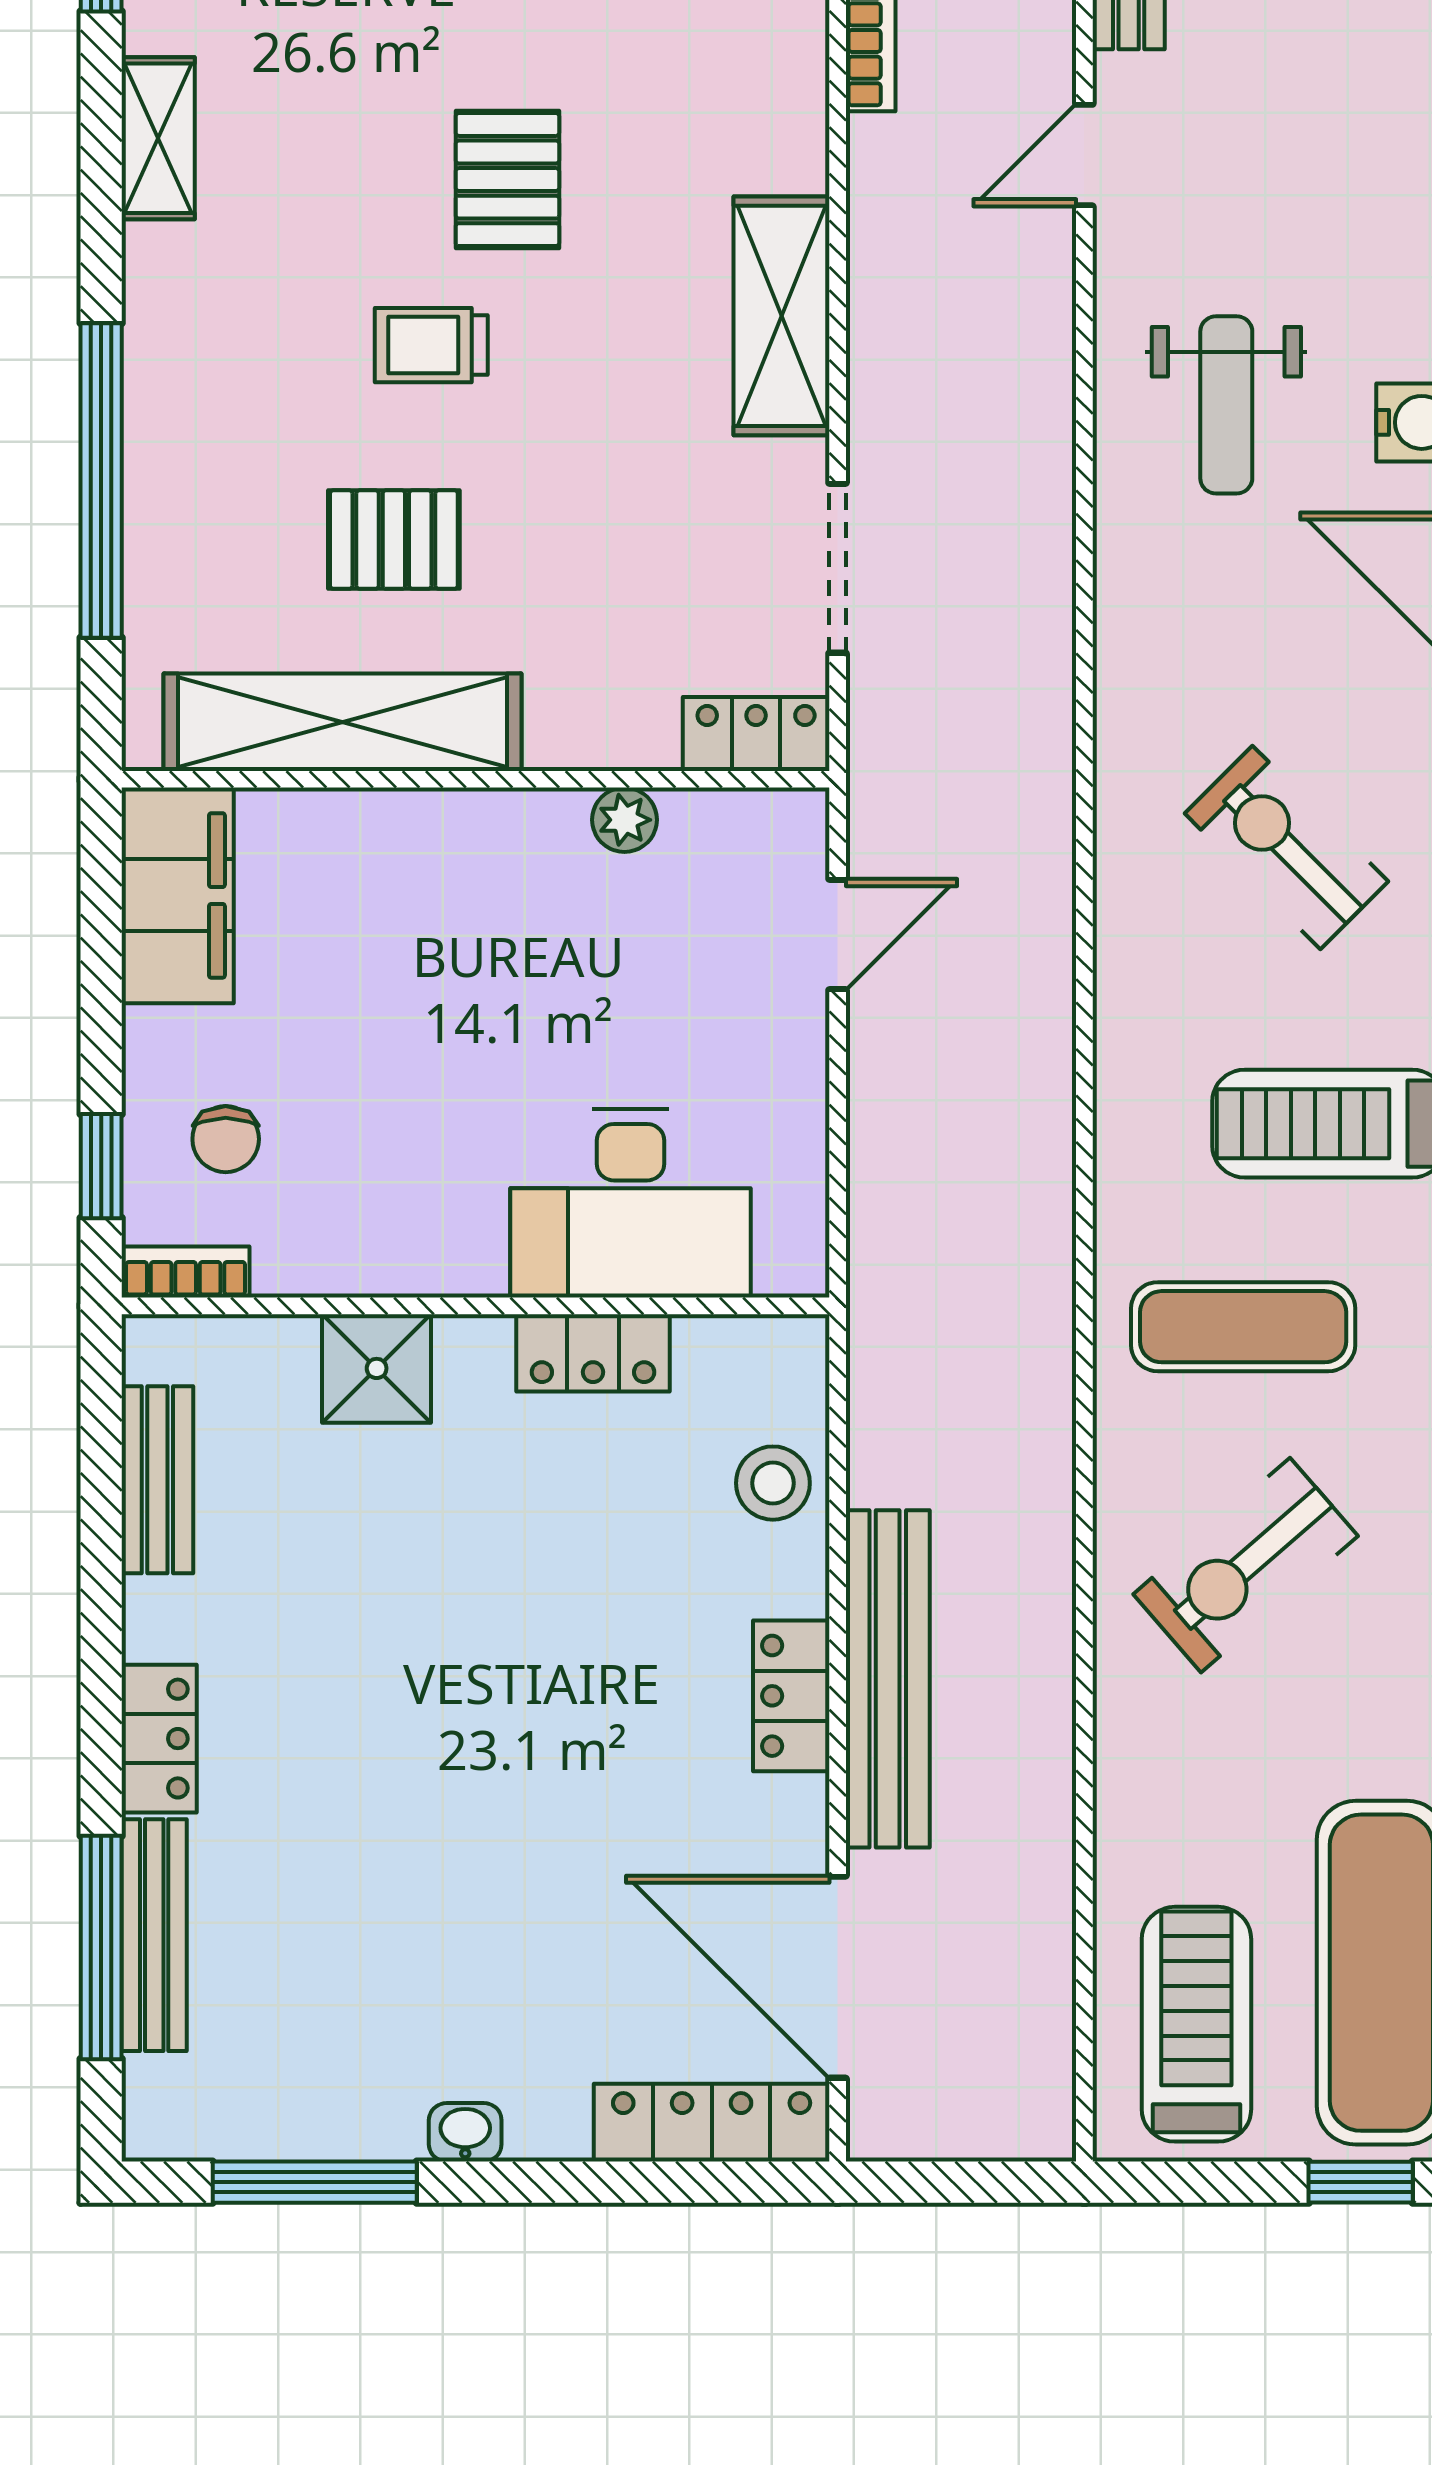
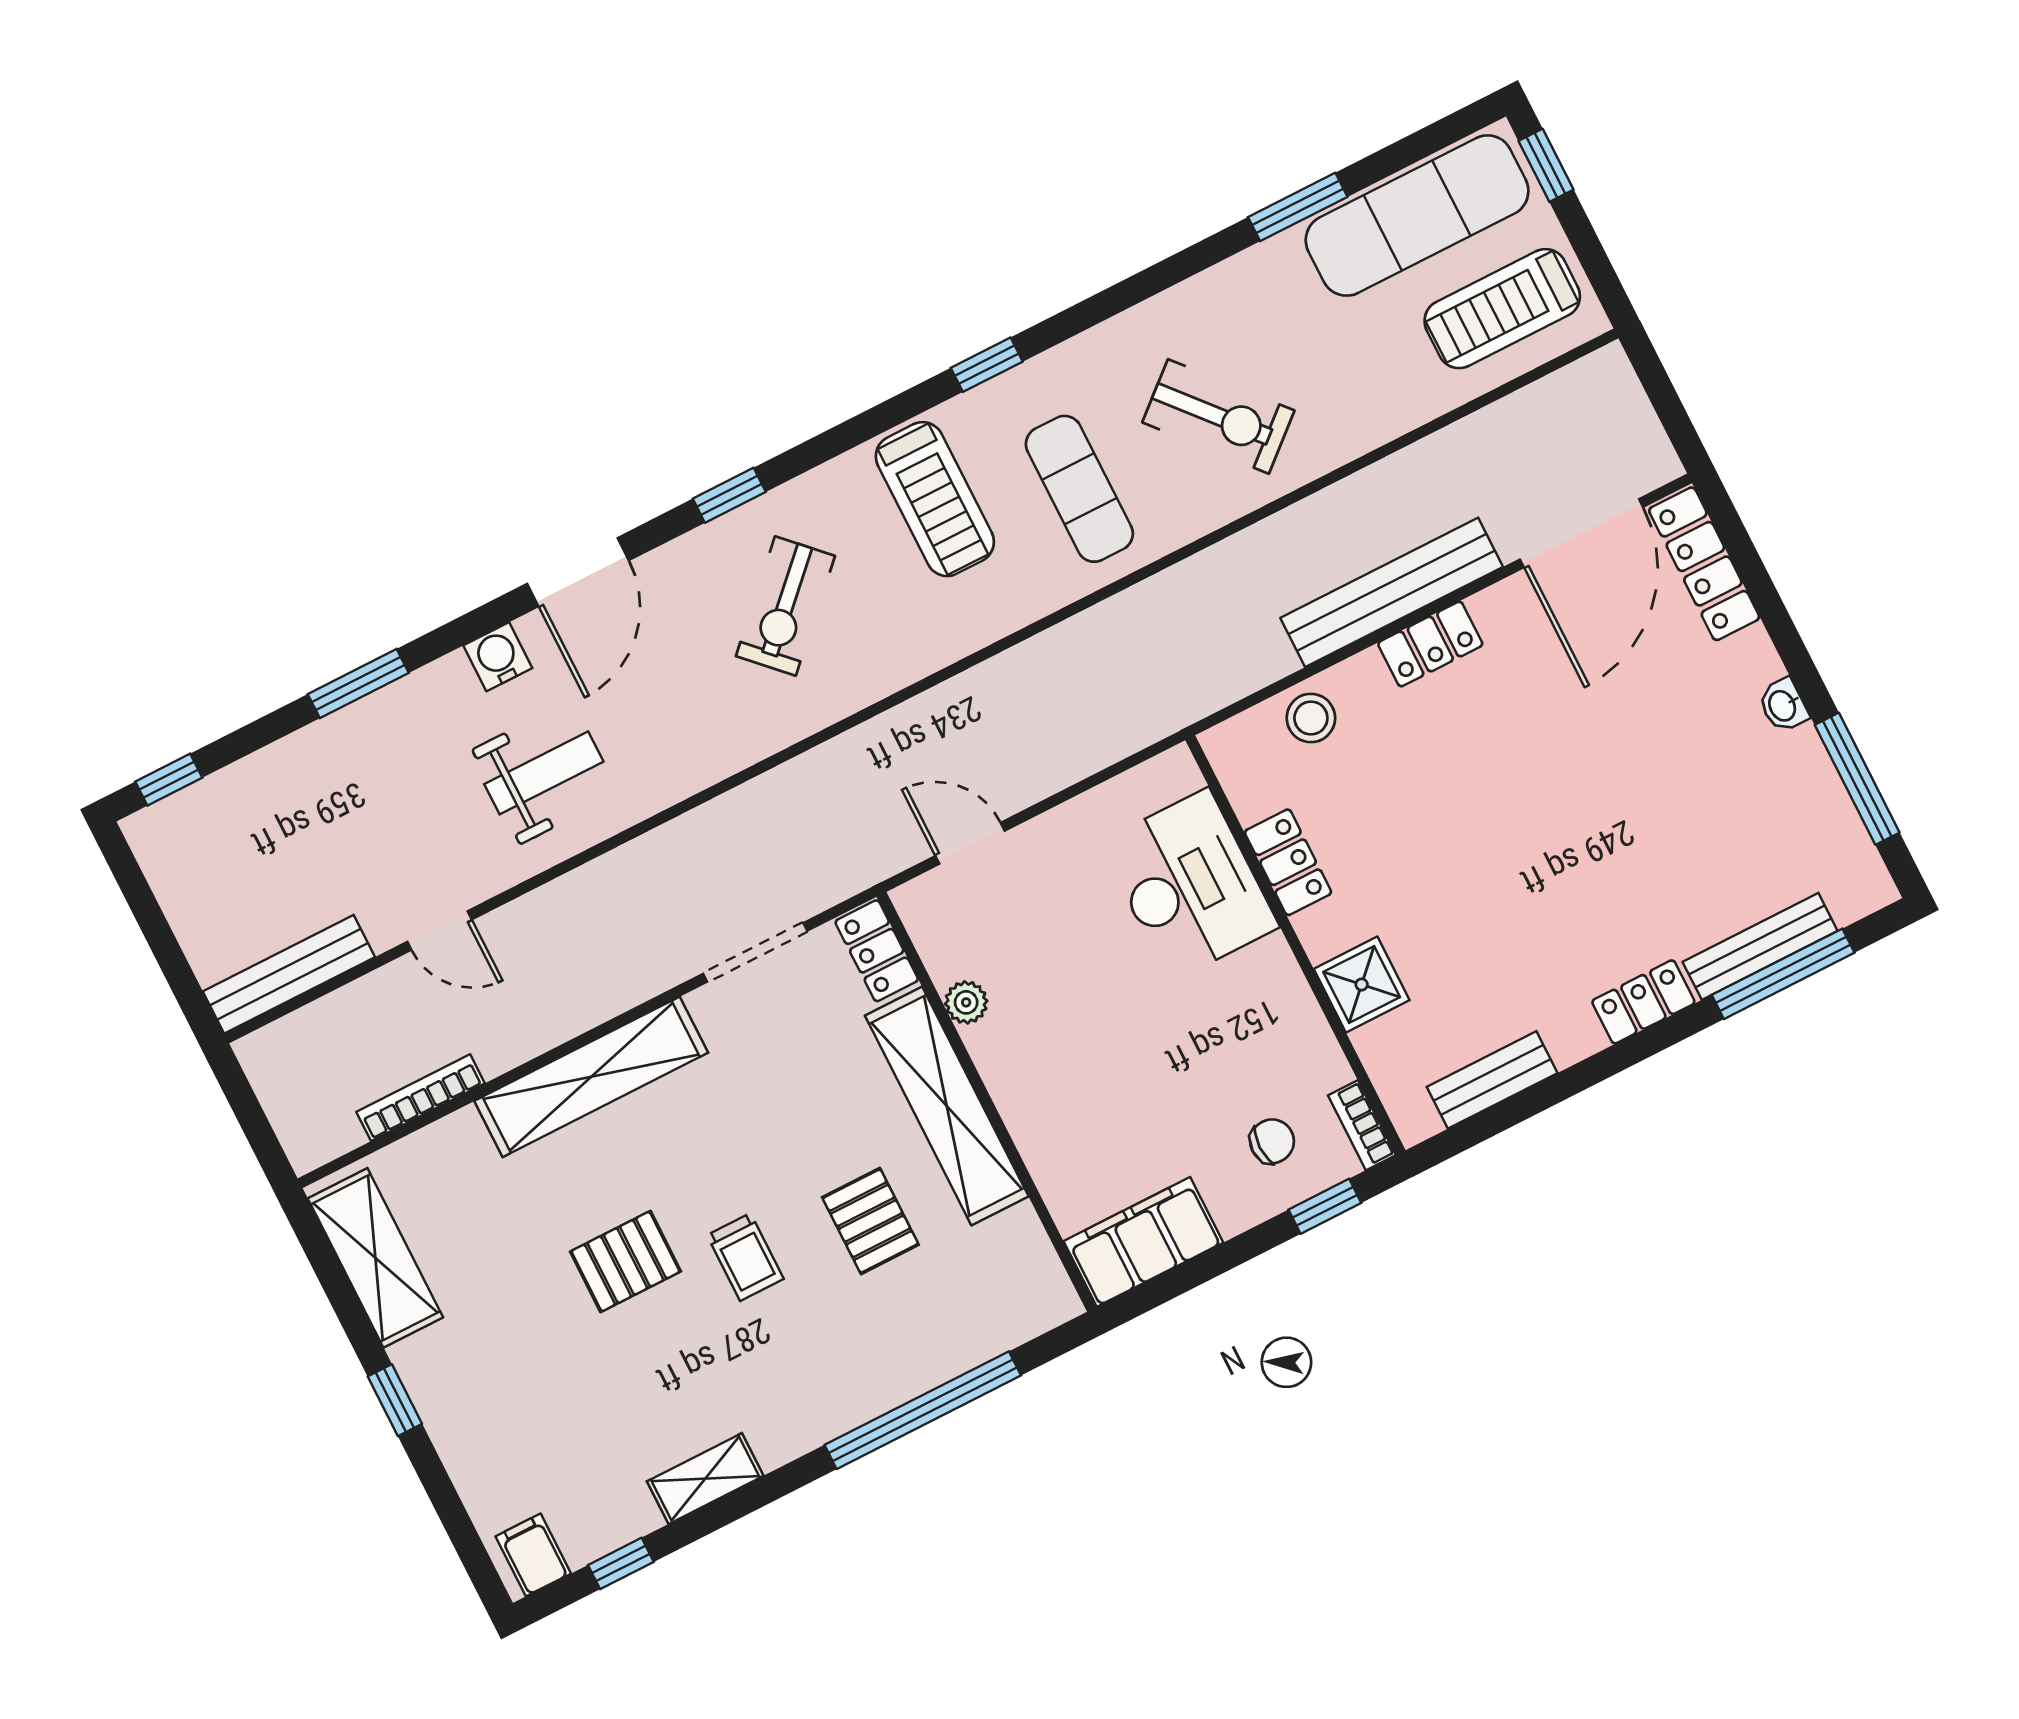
shelving: (781, 316) -> (591, 1077), width x1.47
shelving: (342, 722) -> (947, 1106), moved

